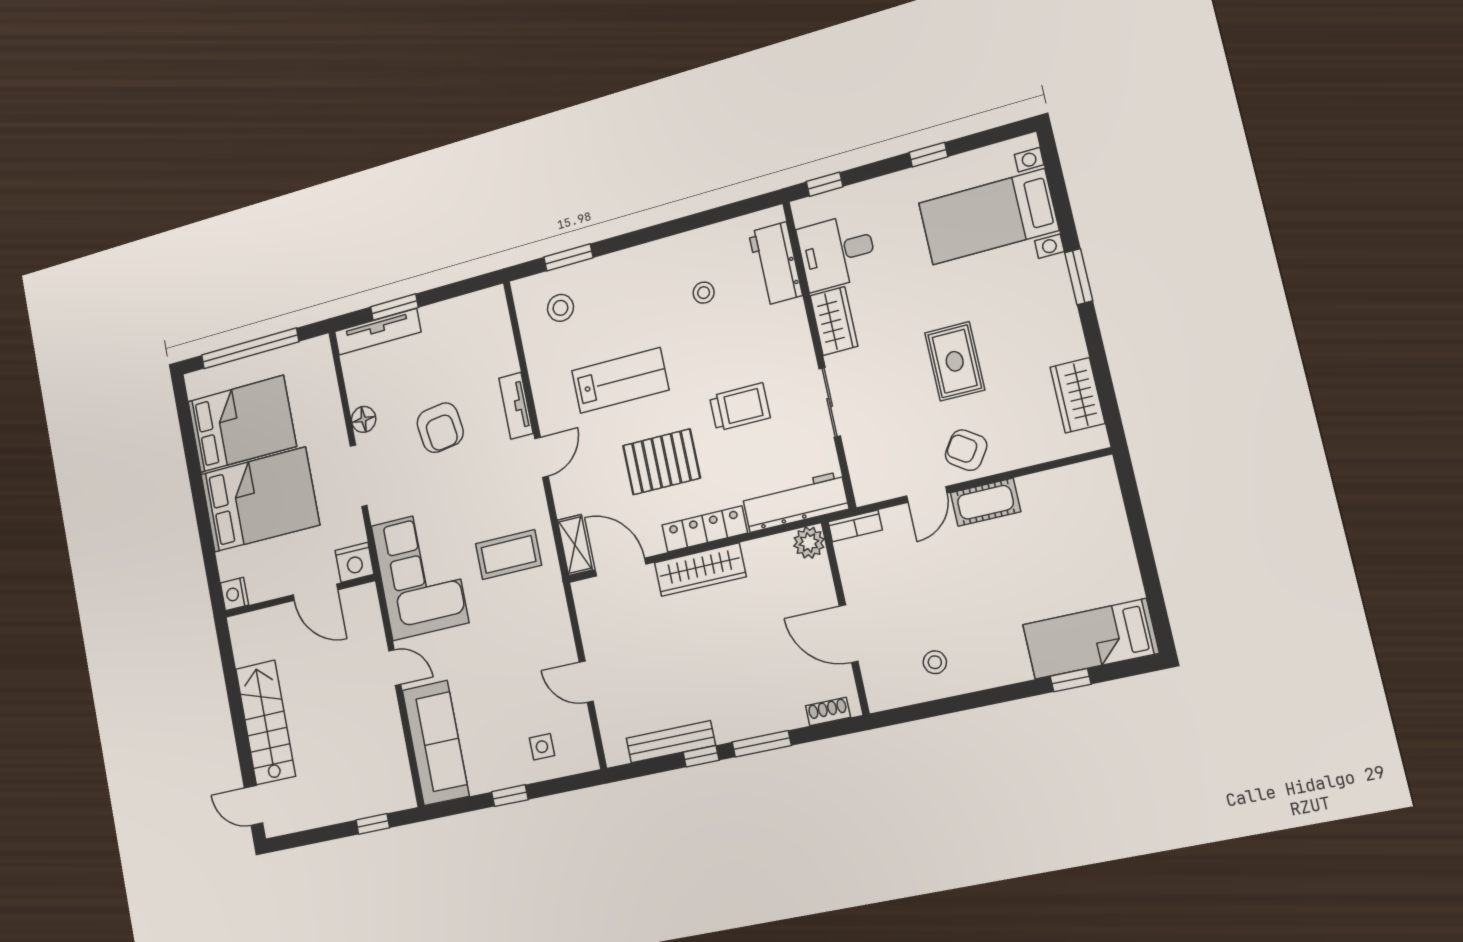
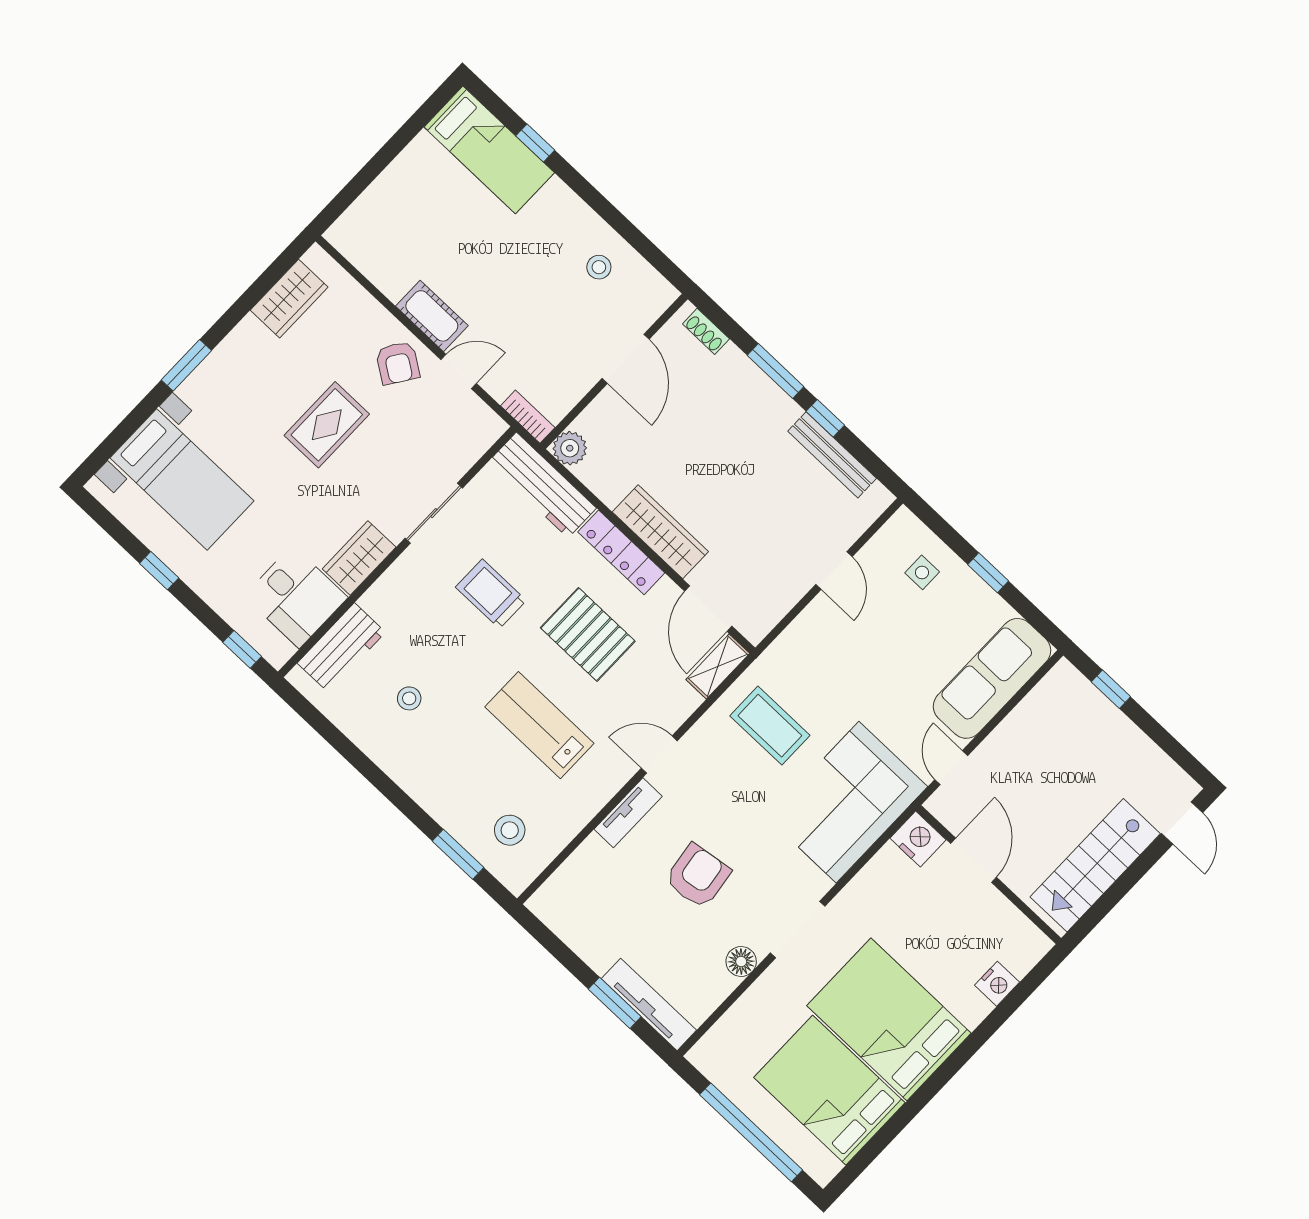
nightstand: (354, 562) -> (918, 839), moved
door: (315, 592) -> (974, 860), moved
wall: (299, 596) -> (989, 874), moved

